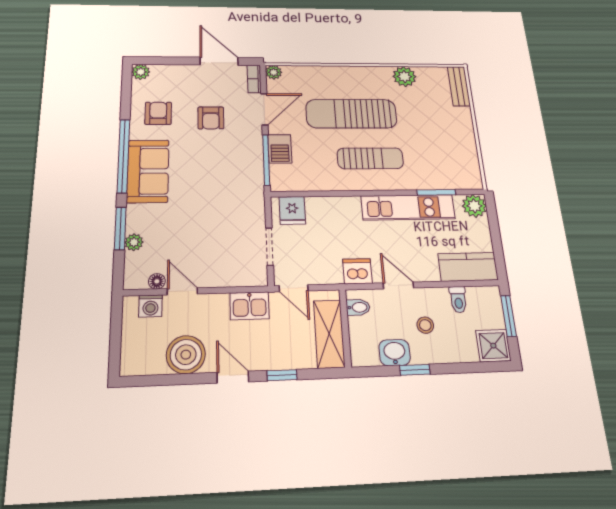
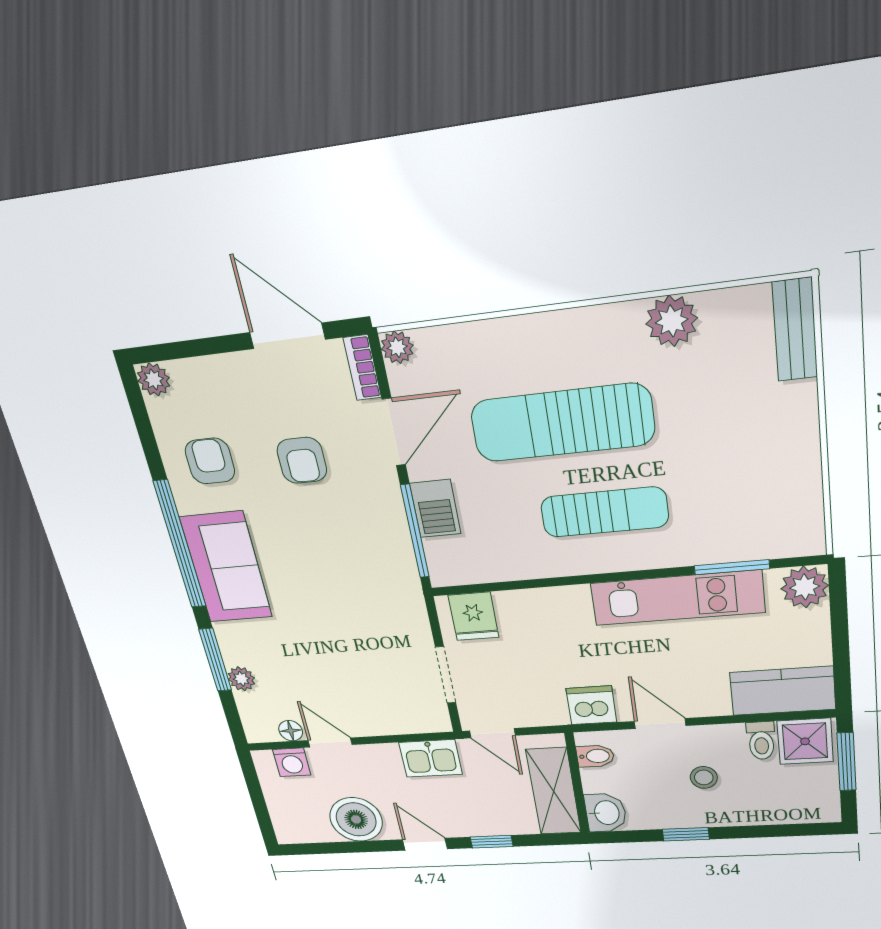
shower: (493, 346) -> (805, 741), moved
washbasin: (395, 353) -> (606, 813), moved, turned 90

